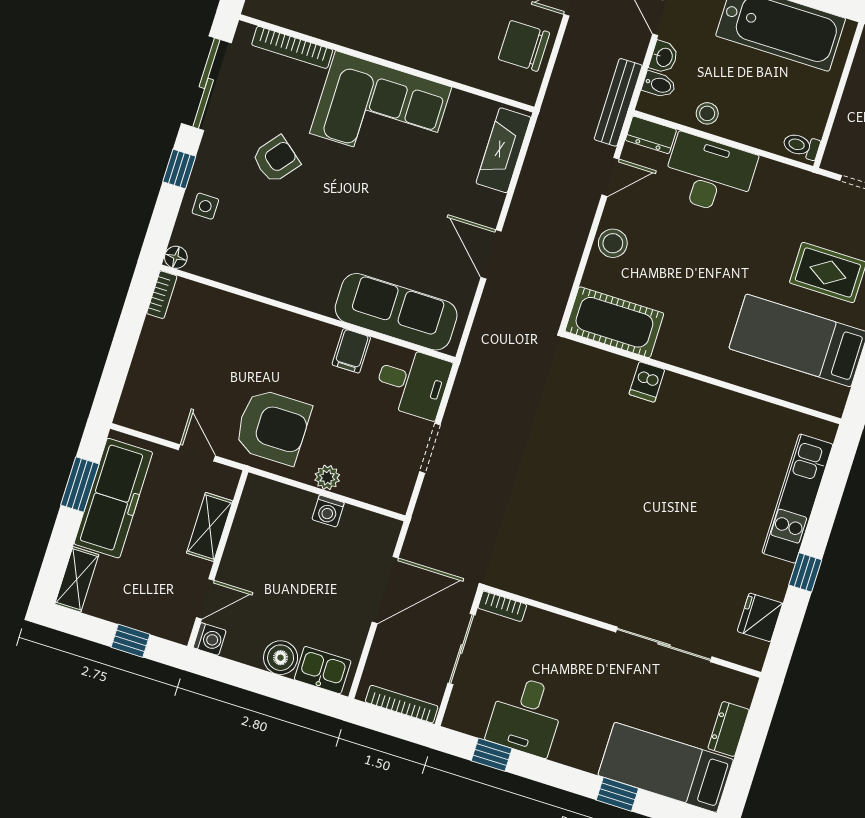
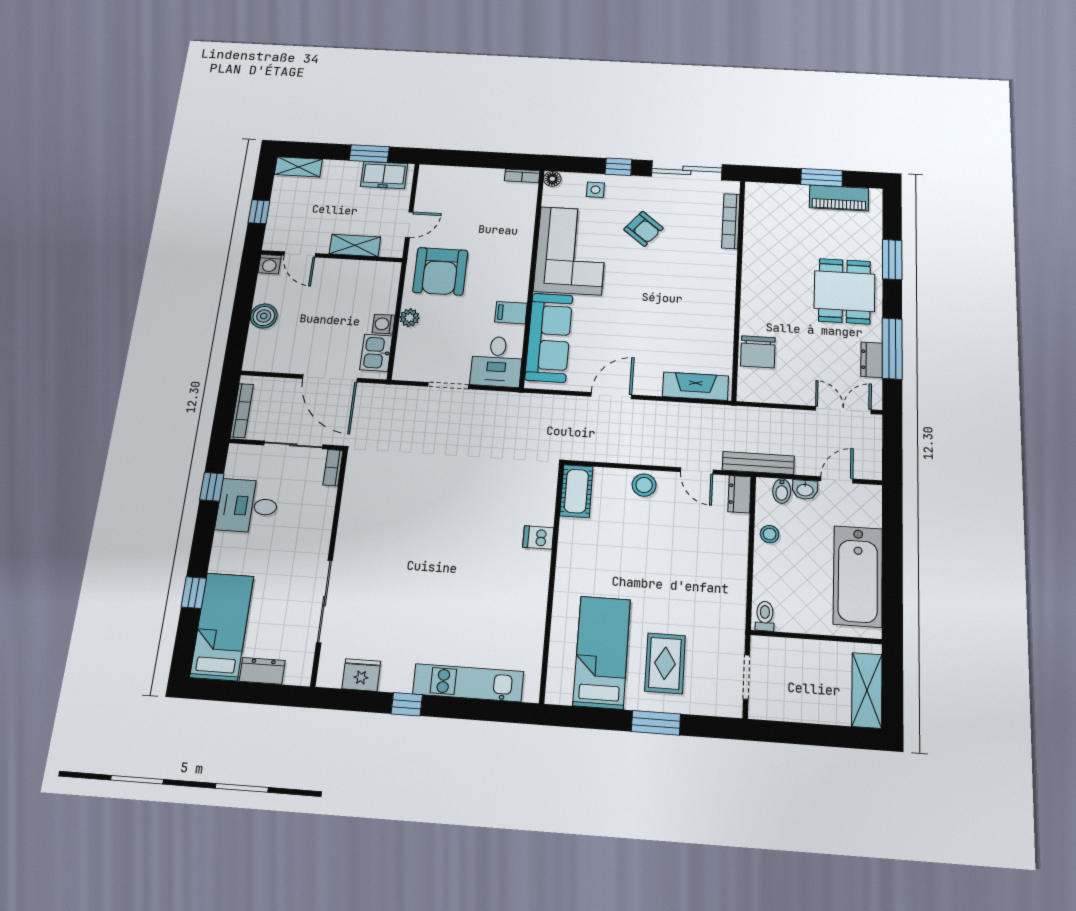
chair: (524, 46) -> (758, 352), moved, turned 180
corner sofa: (381, 110) -> (571, 251), moved, turned 180
desk: (709, 174) -> (720, 547), removed
cot: (614, 322) -> (576, 491), width x0.73, depth x0.75
freezer: (113, 498) -> (384, 175), width x0.52, depth x0.79
kitchen sink: (323, 670) -> (376, 353), moved, turned 180

